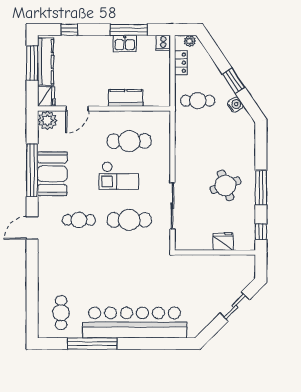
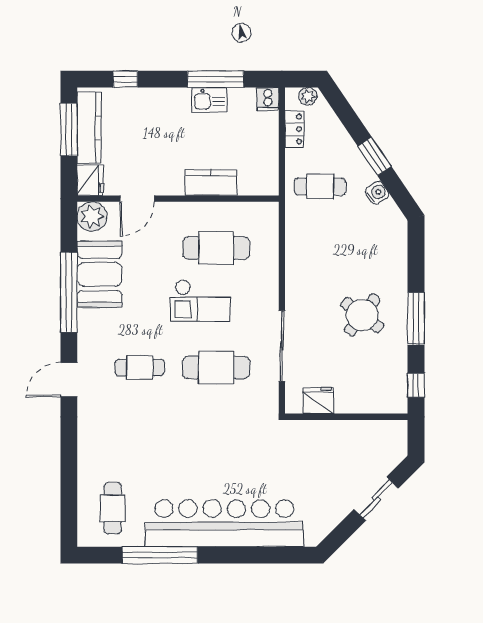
booth: (52, 174) -> (99, 274), moved
round table: (226, 185) -> (362, 315), turned -33
fridge: (223, 242) -> (318, 401), moved

